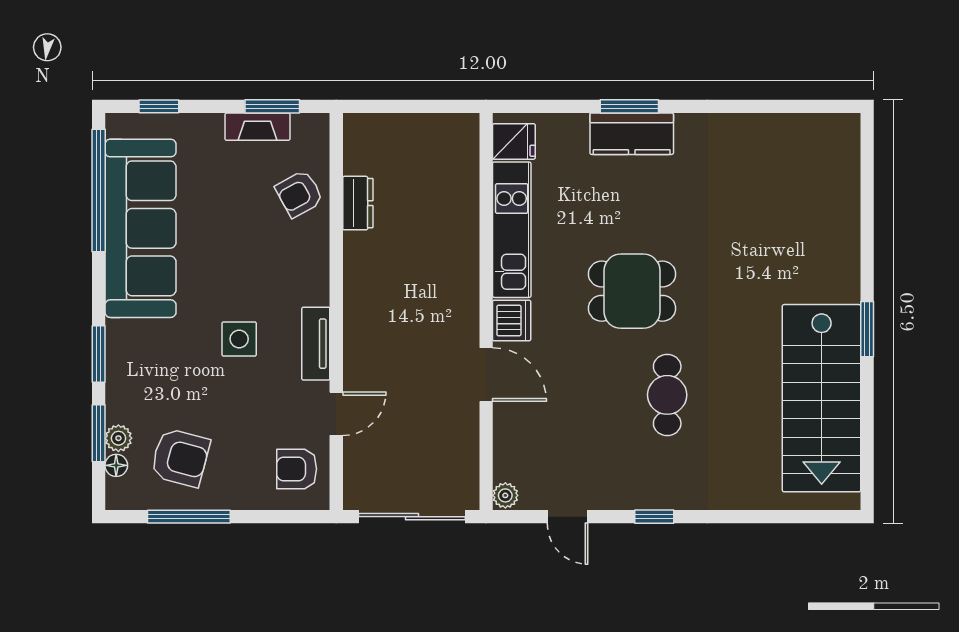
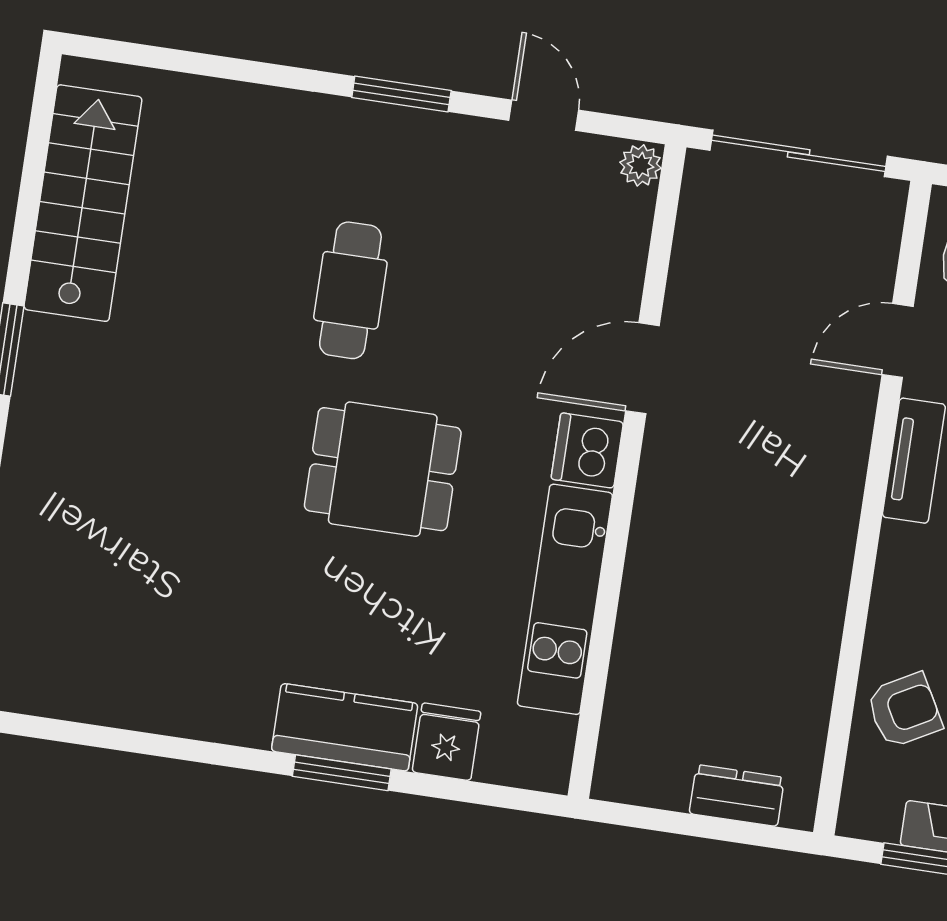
fridge: (514, 141) -> (447, 742), moved, turned 90
dresser: (358, 203) -> (737, 795), moved, turned 90
door: (486, 374) -> (642, 368), hinge flipped
stairs: (822, 398) -> (83, 203), width x0.73, depth x0.66
window: (654, 517) -> (401, 94), width x1.50

